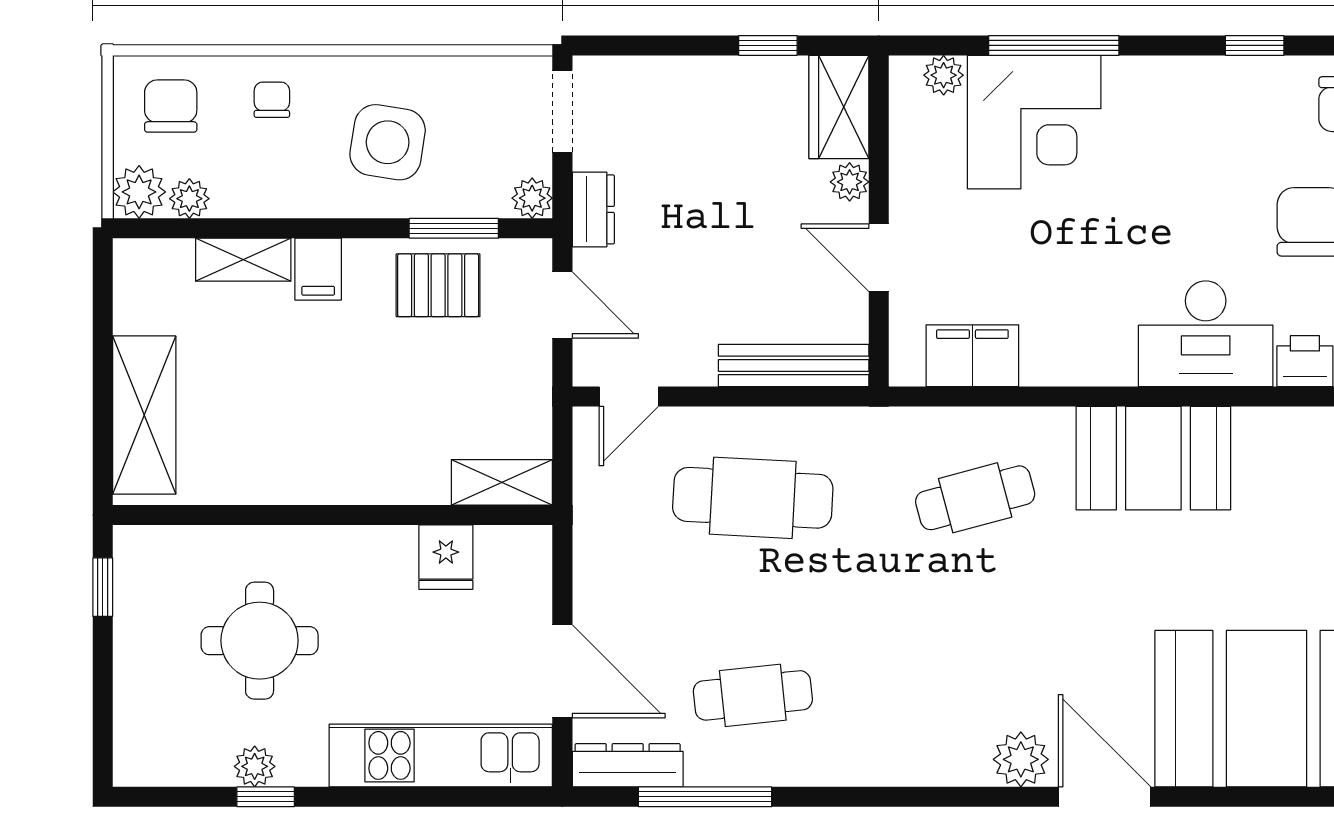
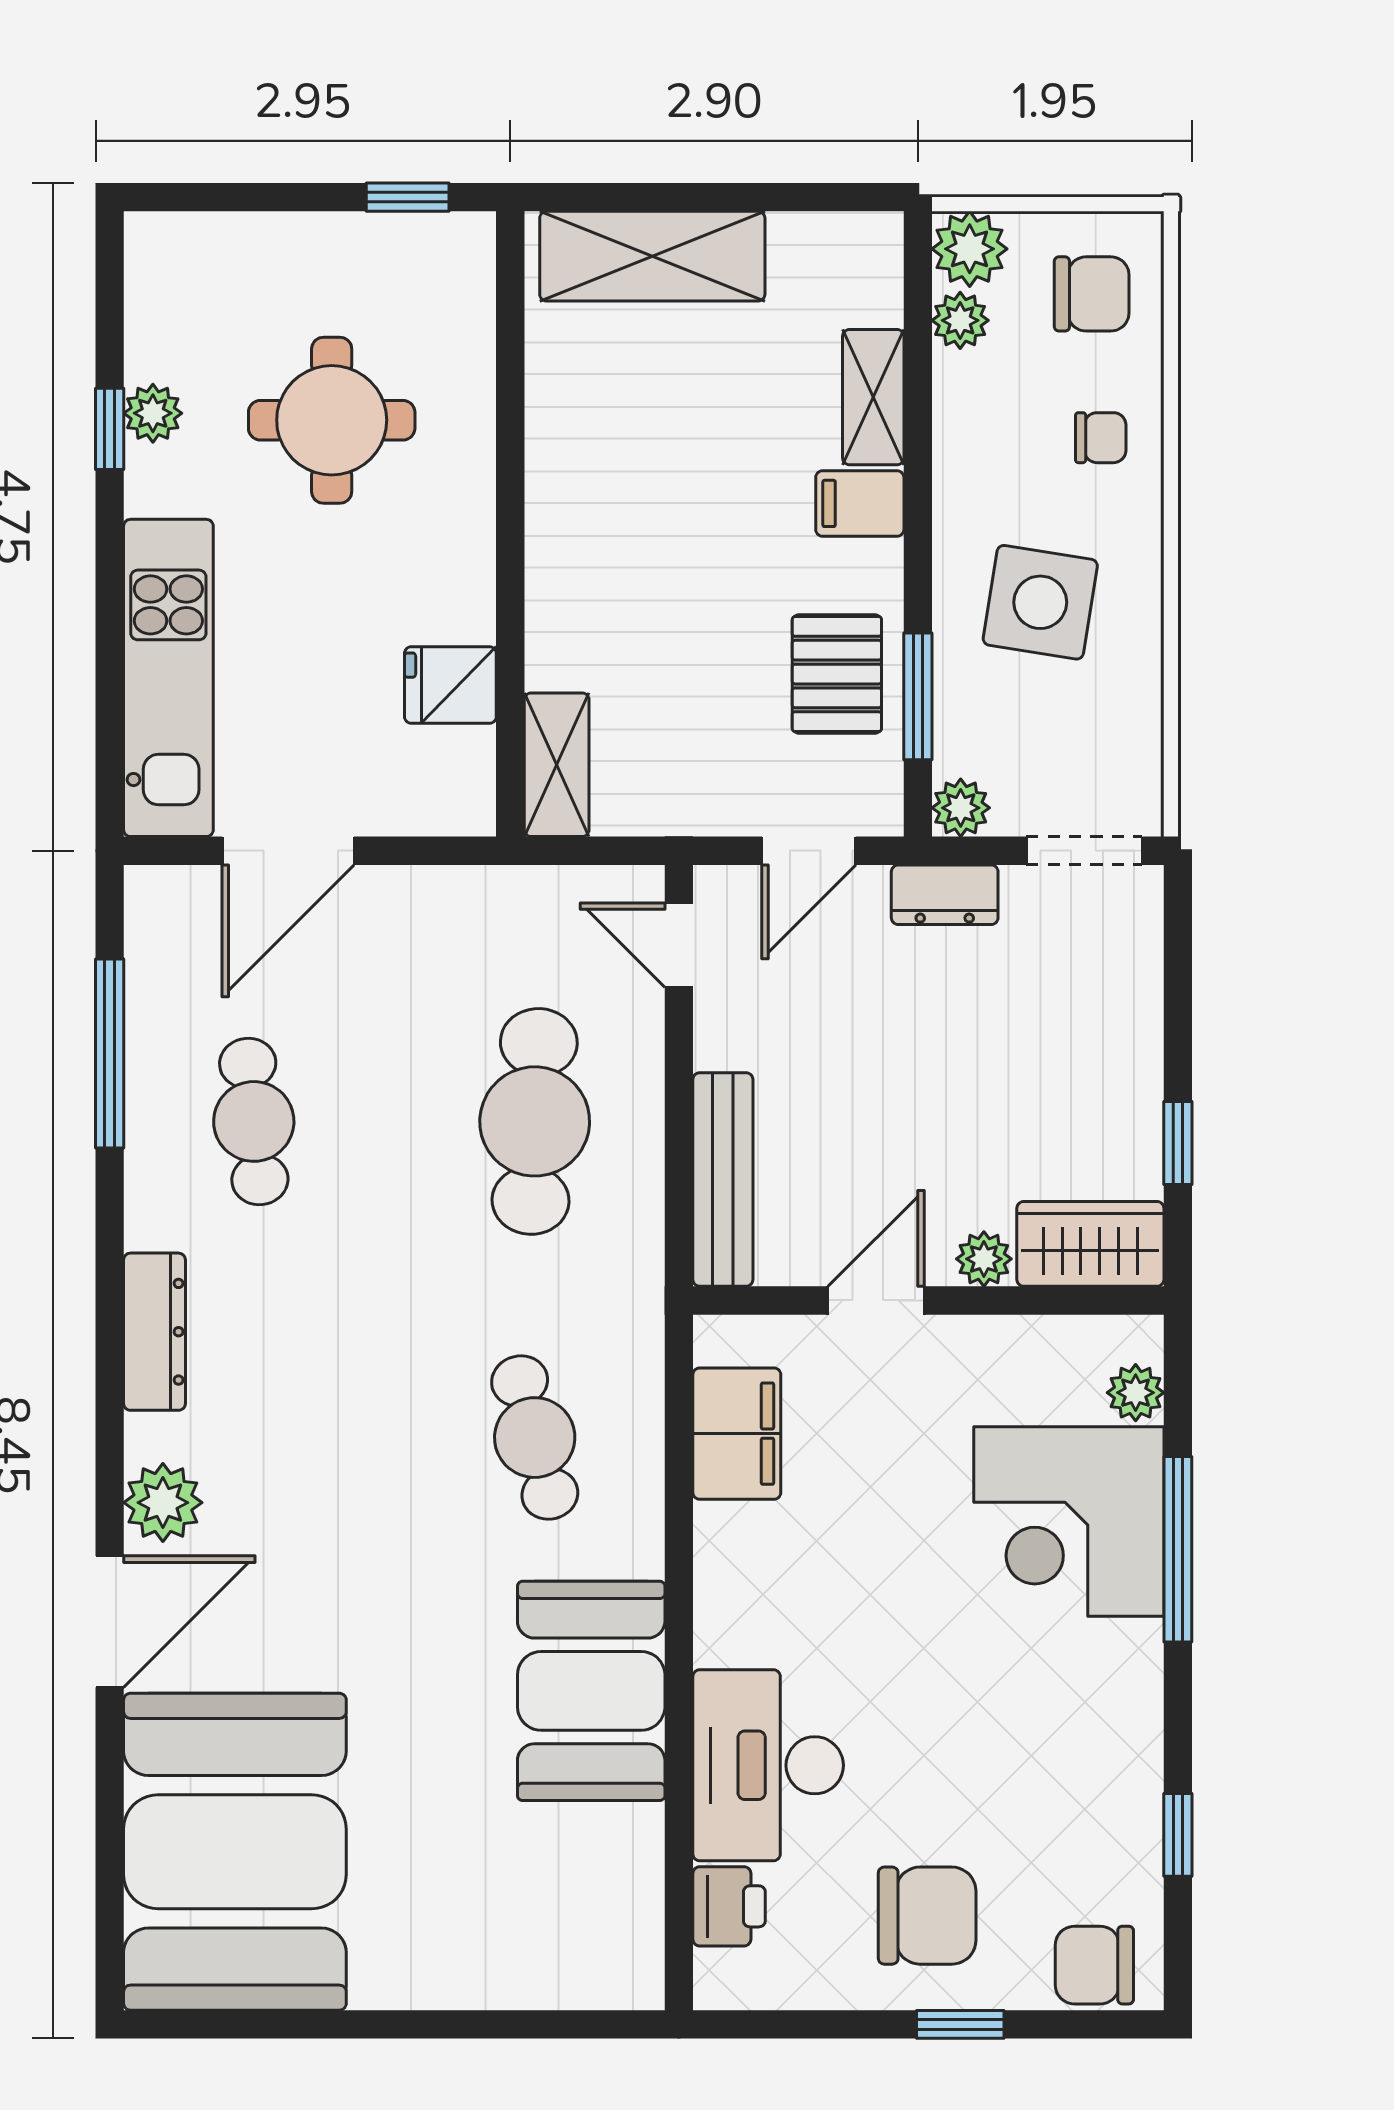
dresser: (628, 765) -> (154, 1332), moved

